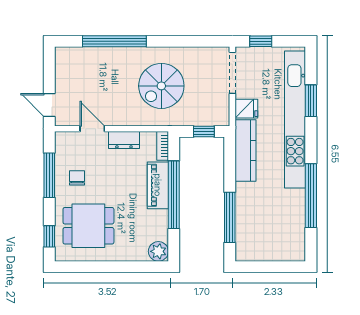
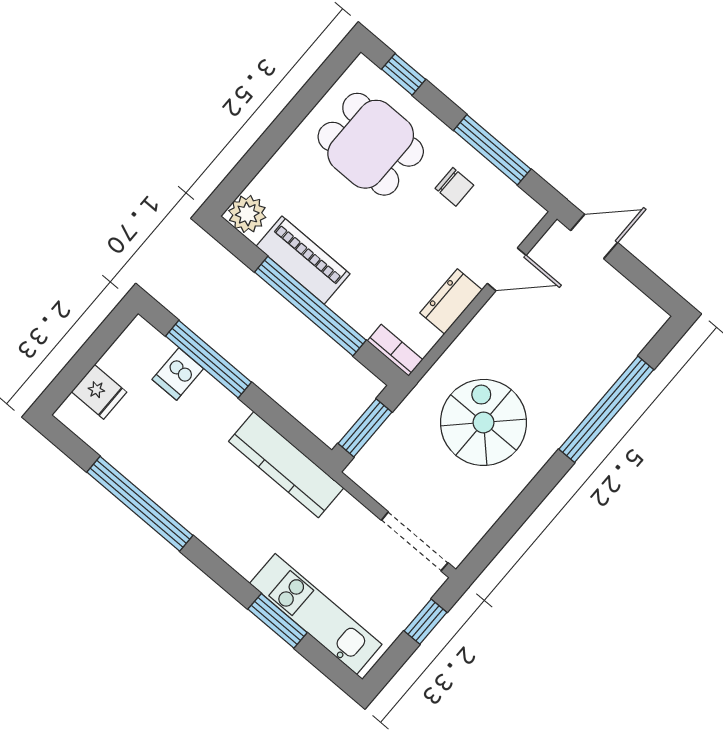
fridge: (246, 109) -> (99, 392), moved, turned -90
kitchen unit: (295, 120) -> (316, 614), width x0.54
window: (204, 131) -> (365, 428), width x1.50
piano: (158, 185) -> (303, 260), moved
dishwasher: (246, 225) -> (178, 374), added
dining table: (88, 226) -> (371, 144), turned 90

